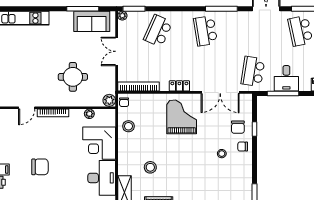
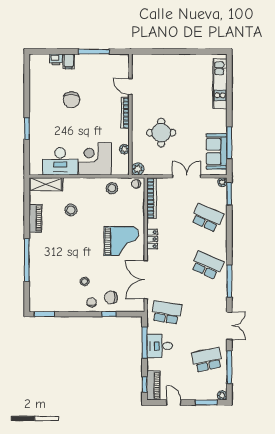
school desk: (205, 31) -> (207, 265), turned 33

